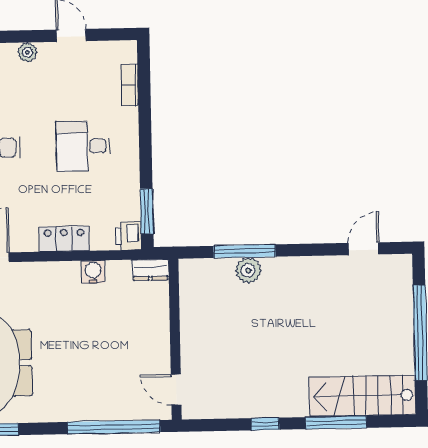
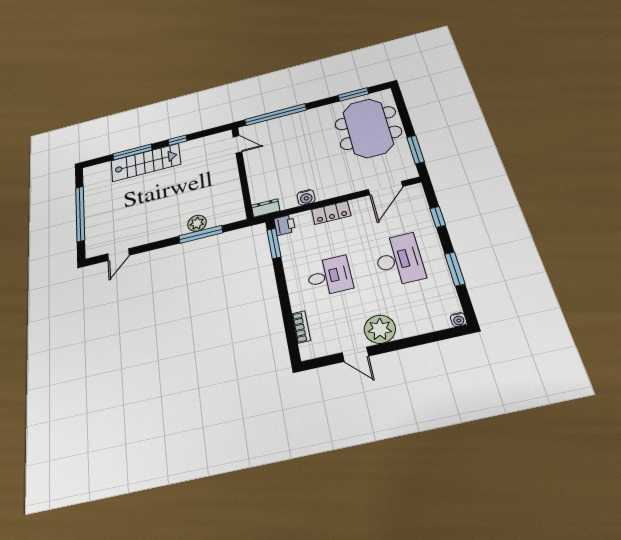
plant: (27, 52) -> (380, 329), width x1.88, depth x1.88
stairs: (362, 396) -> (146, 162), moved

